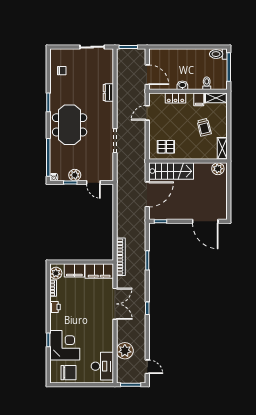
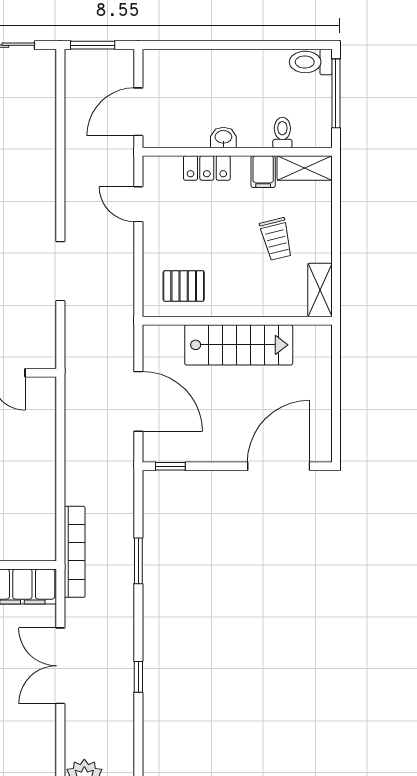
door: (147, 75) -> (138, 112), swing flipped
dresser: (108, 92) -> (44, 155), removed
door: (147, 113) -> (138, 204), hinge flipped
plant: (218, 169) -> (309, 339), removed
stairs: (171, 171) -> (239, 345), moved
door: (147, 194) -> (138, 401), hinge flipped
door: (205, 221) -> (279, 466), swing flipped
double door: (115, 304) -> (60, 666), swing flipped

